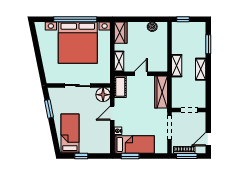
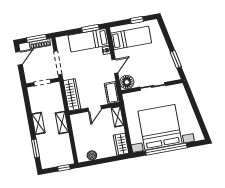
bed: (70, 134) -> (131, 38), moved, turned -90

